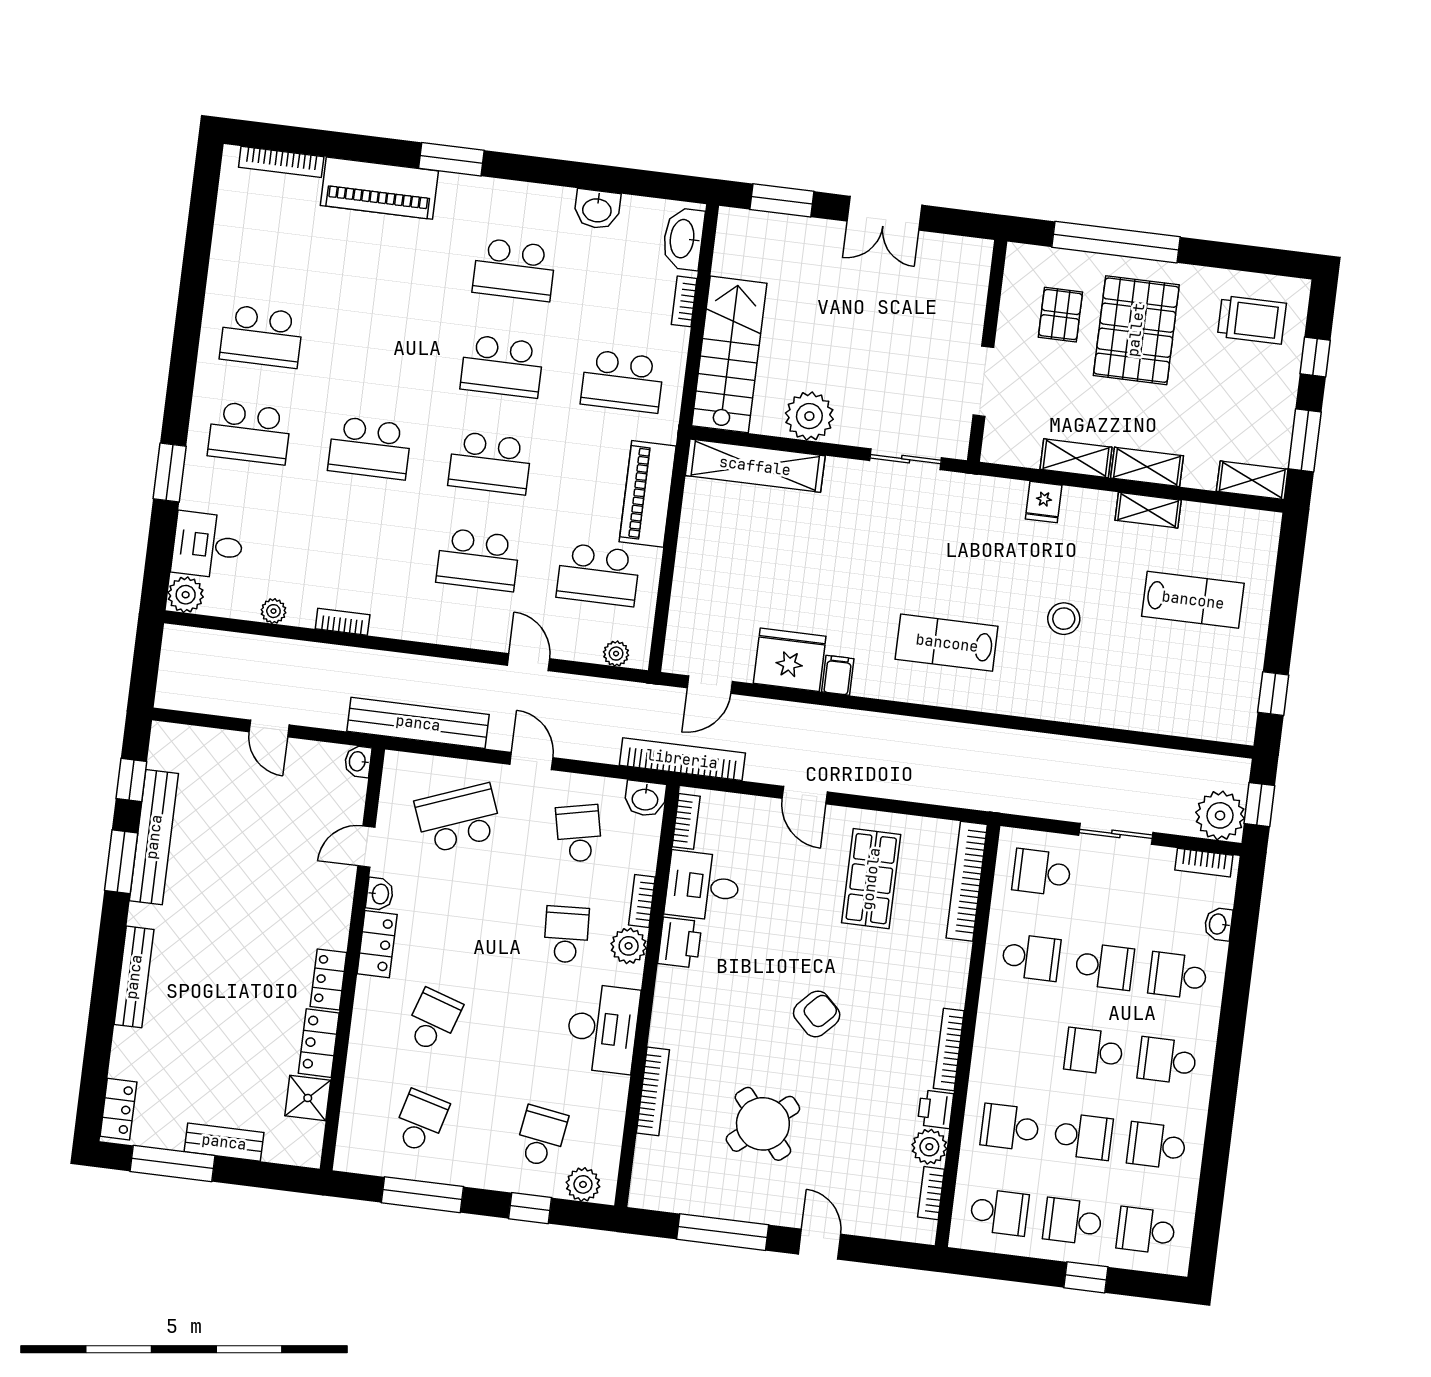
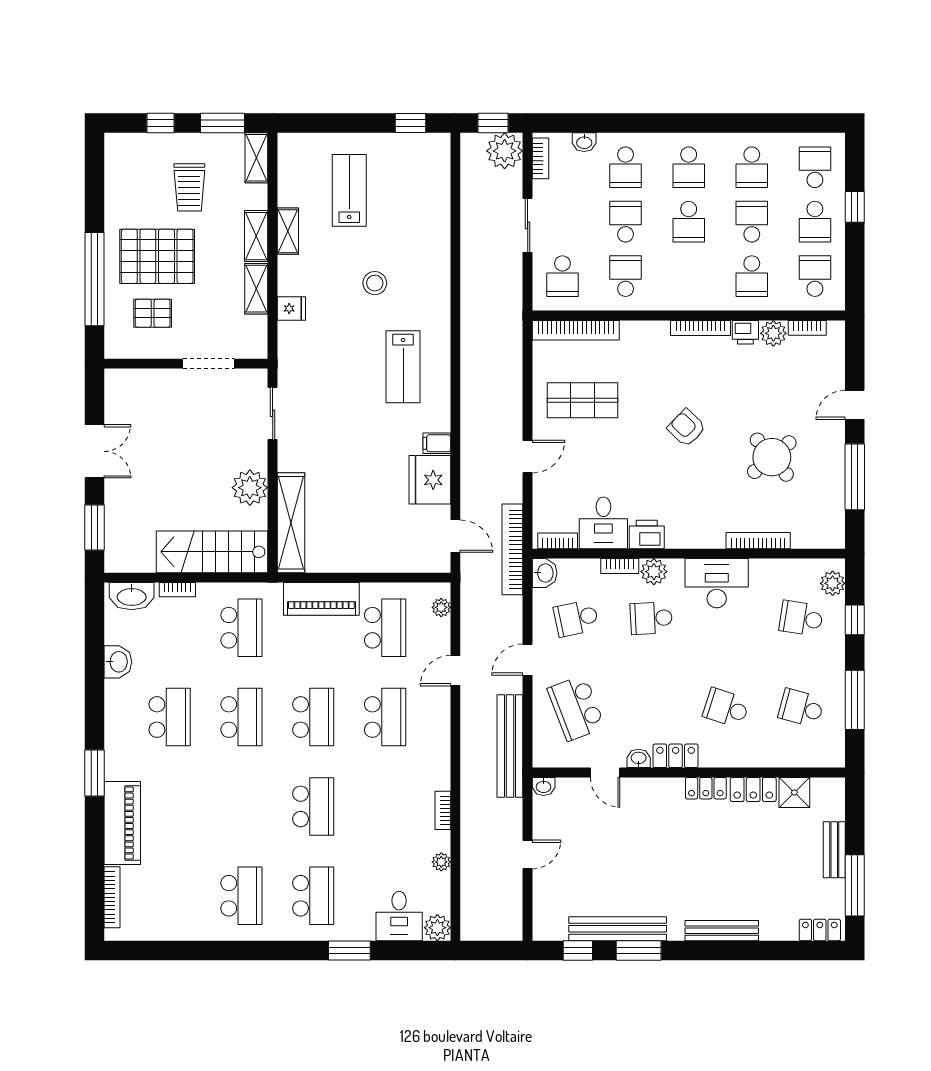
trolley: (1252, 320) -> (189, 187), moved, turned 180
school desk: (1146, 1230) -> (815, 167), turned 180

